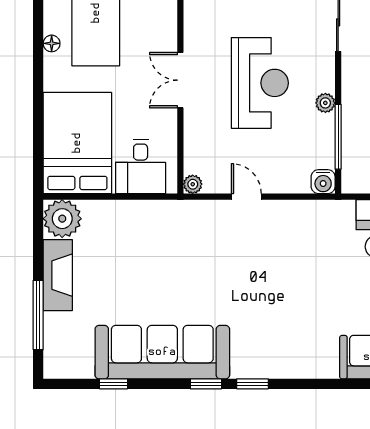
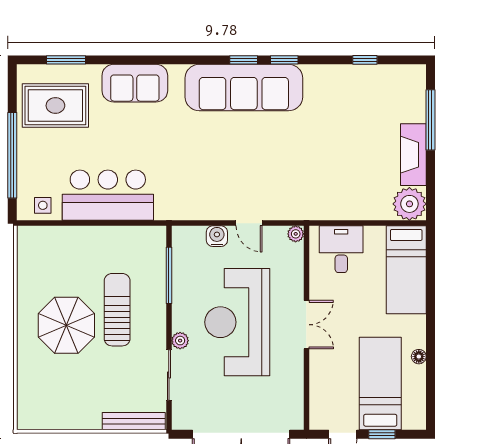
reception desk: (260, 83) -> (237, 322), width x1.36, depth x1.30
plant: (325, 103) -> (180, 341), moved
bed: (77, 143) -> (406, 270), width x0.67
water cooler: (323, 182) -> (217, 236), moved
sofa: (162, 352) -> (244, 88), moved

